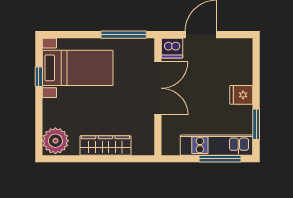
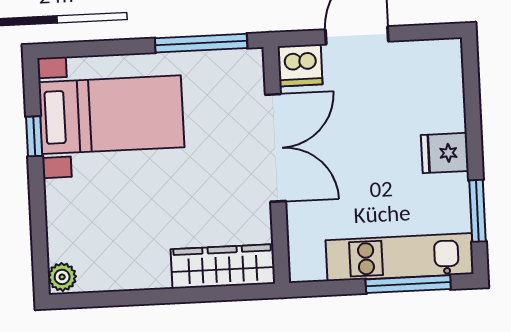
plant: (55, 141) -> (62, 277), width x0.53, depth x0.53
wardrobe: (105, 145) -> (223, 266), moved

